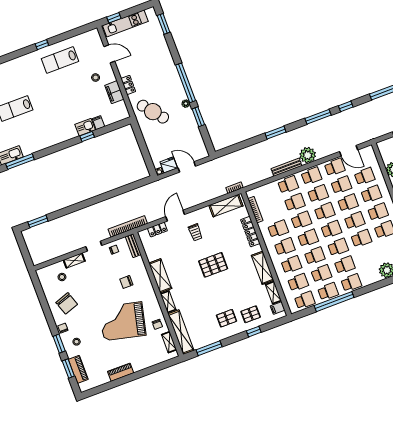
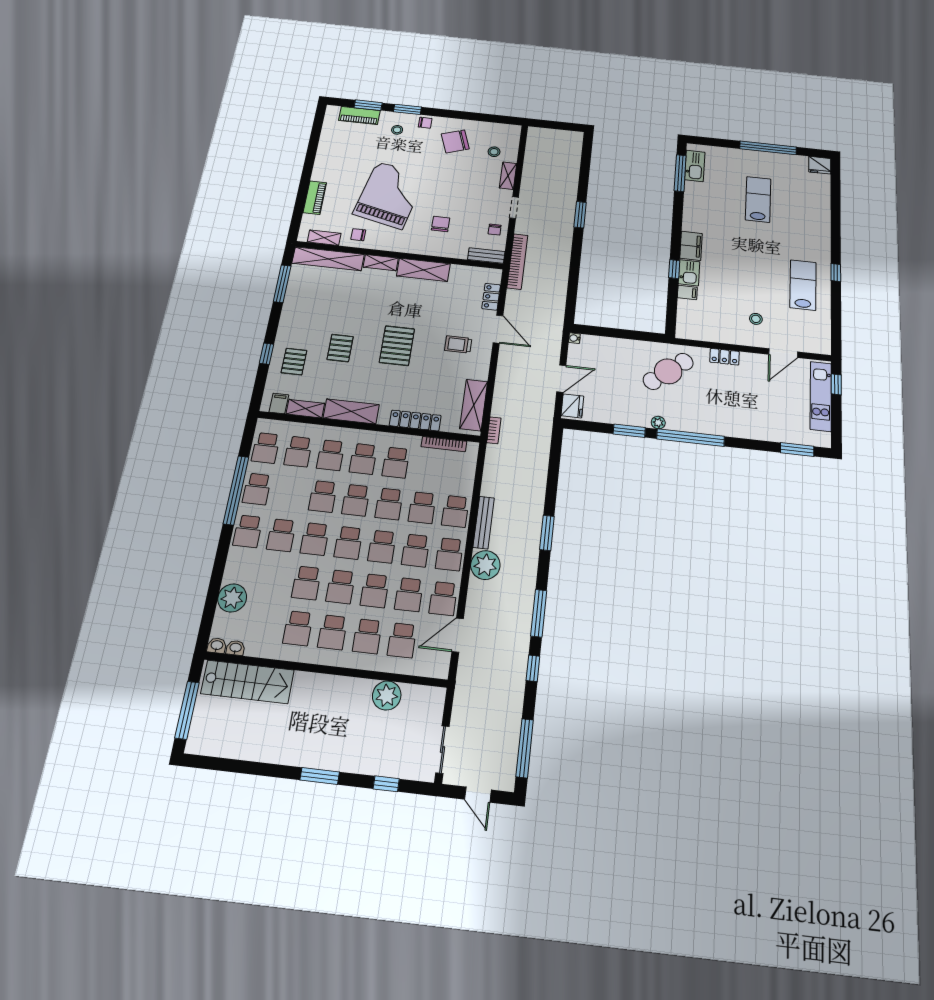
filing cabinet: (114, 92) -> (691, 246), moved, turned 90
fridge: (169, 165) -> (572, 406), moved
window: (38, 221) -> (580, 215), moved
school desk: (321, 274) -> (290, 493), removed
pallet: (226, 318) -> (340, 348), moved
piano: (121, 372) -> (315, 198), moved

